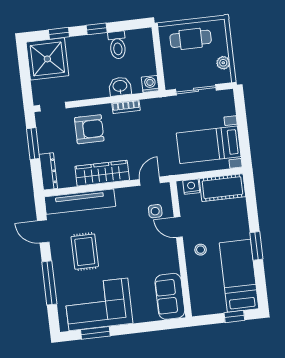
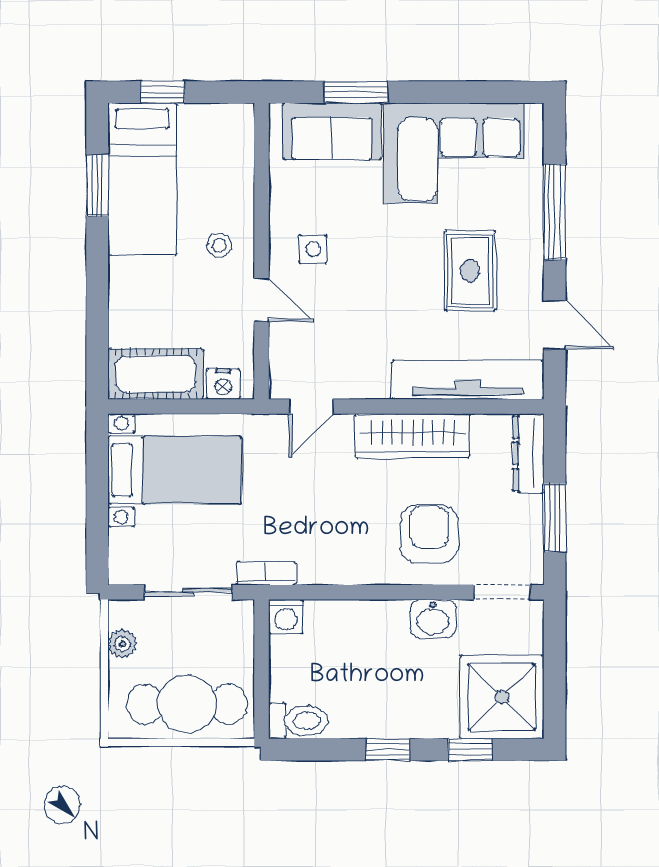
cafe table: (191, 39) -> (187, 704), width x1.37, depth x1.35
toilet: (117, 45) -> (298, 721), moved, turned 90
washbasin: (120, 86) -> (433, 619), moved
bookcase: (126, 107) -> (266, 573), moved
armchair: (89, 129) -> (429, 534), turned 90
side table: (155, 211) -> (313, 249), moved
window: (256, 246) -> (97, 185), moved
sofa: (170, 296) -> (332, 131), moved, turned 90
window: (95, 333) -> (356, 92), moved

